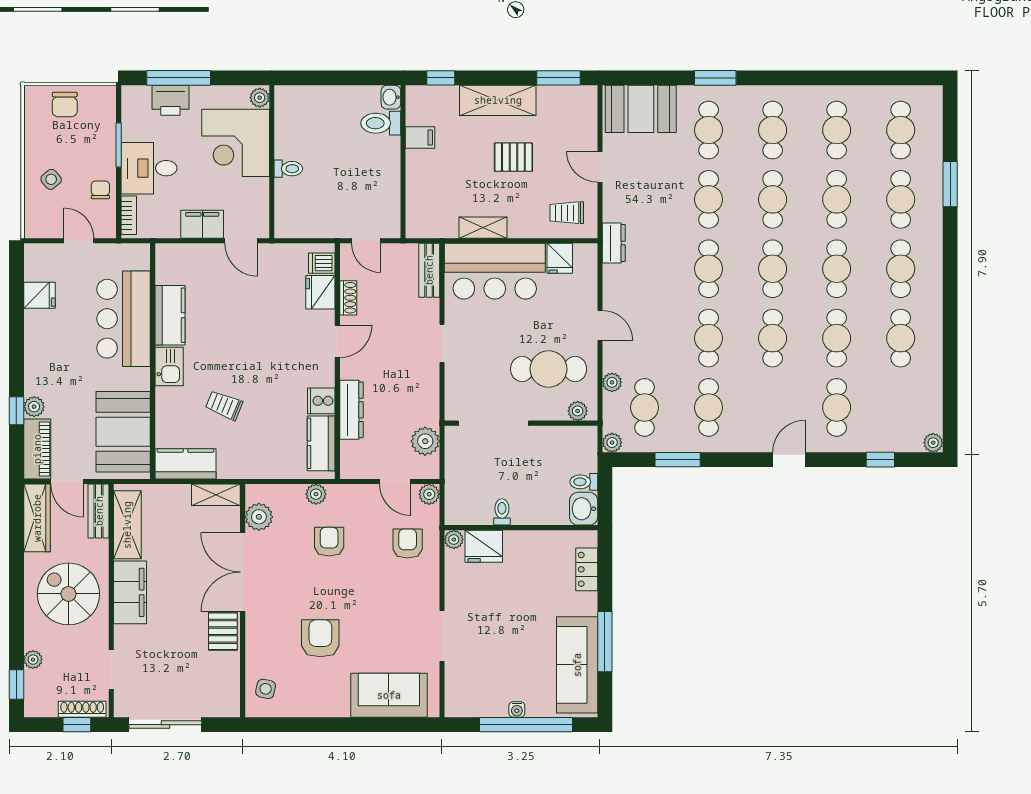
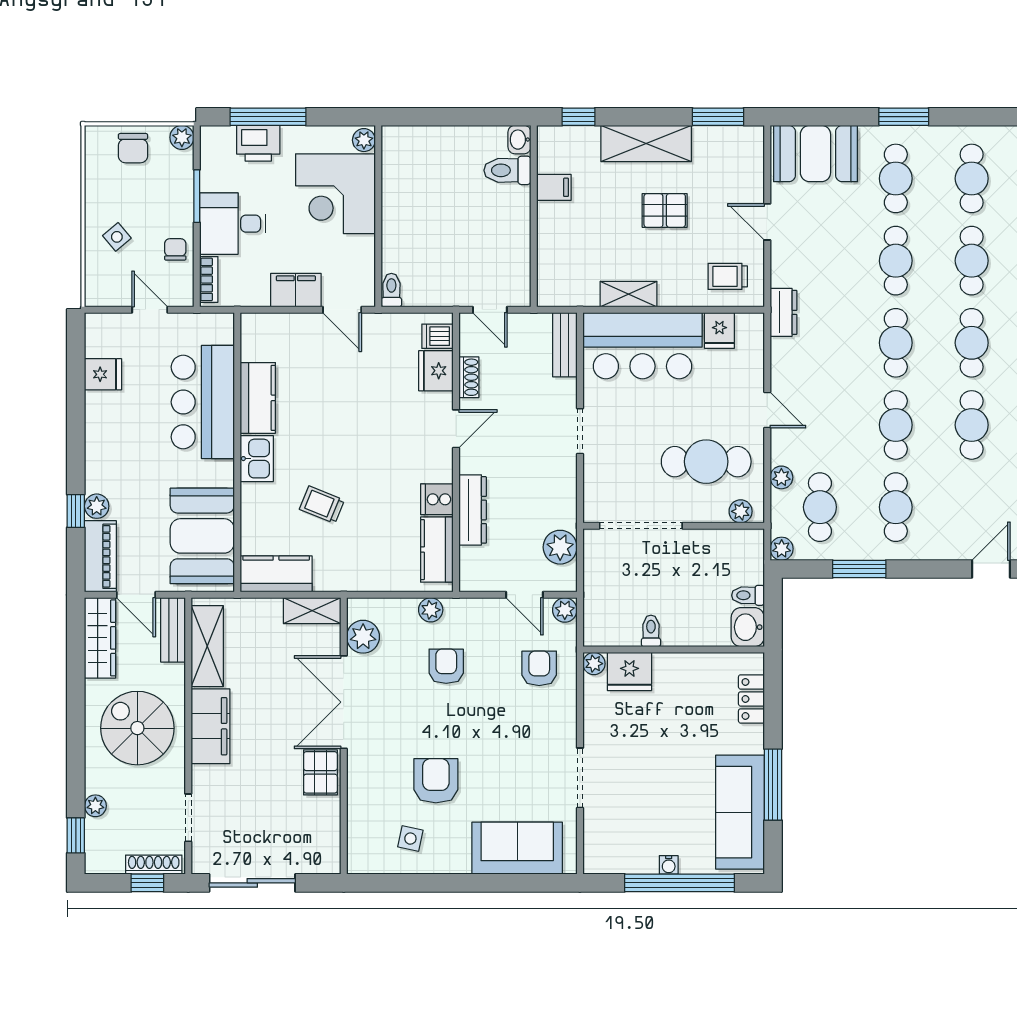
plant: (106, 95) -> (182, 137), added
toilet: (288, 169) -> (391, 290), moved, turned -90
side table: (266, 689) -> (410, 839), moved

